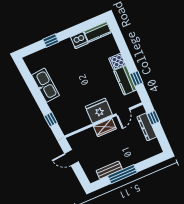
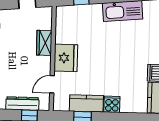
door: (123, 112) -> (52, 84), hinge flipped
wardrobe: (105, 127) -> (44, 43), moved

